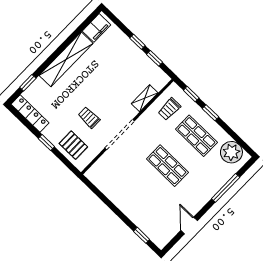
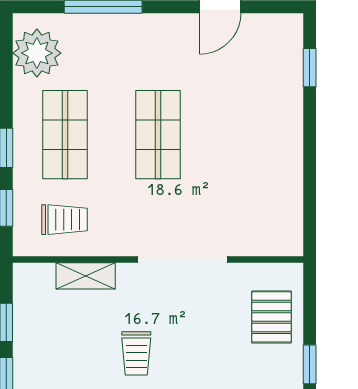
trolley: (89, 118) -> (136, 353), moved

